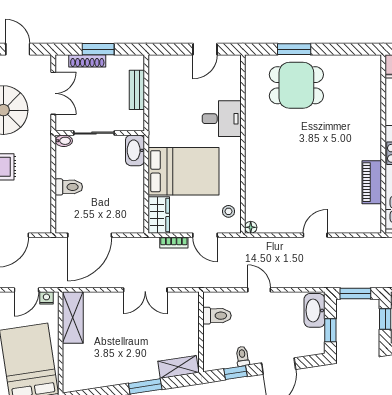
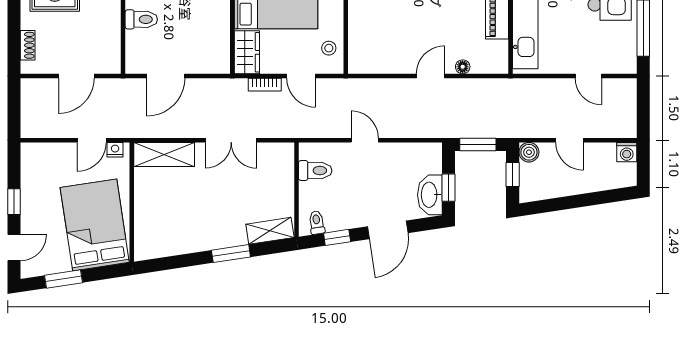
floor lamp: (251, 227) -> (463, 67), moved
door: (90, 235) -> (166, 76), width x0.73
washbasin: (314, 310) -> (430, 195), moved
shelving: (73, 317) -> (164, 154), moved, turned 90
toilet: (242, 356) -> (317, 223), moved

